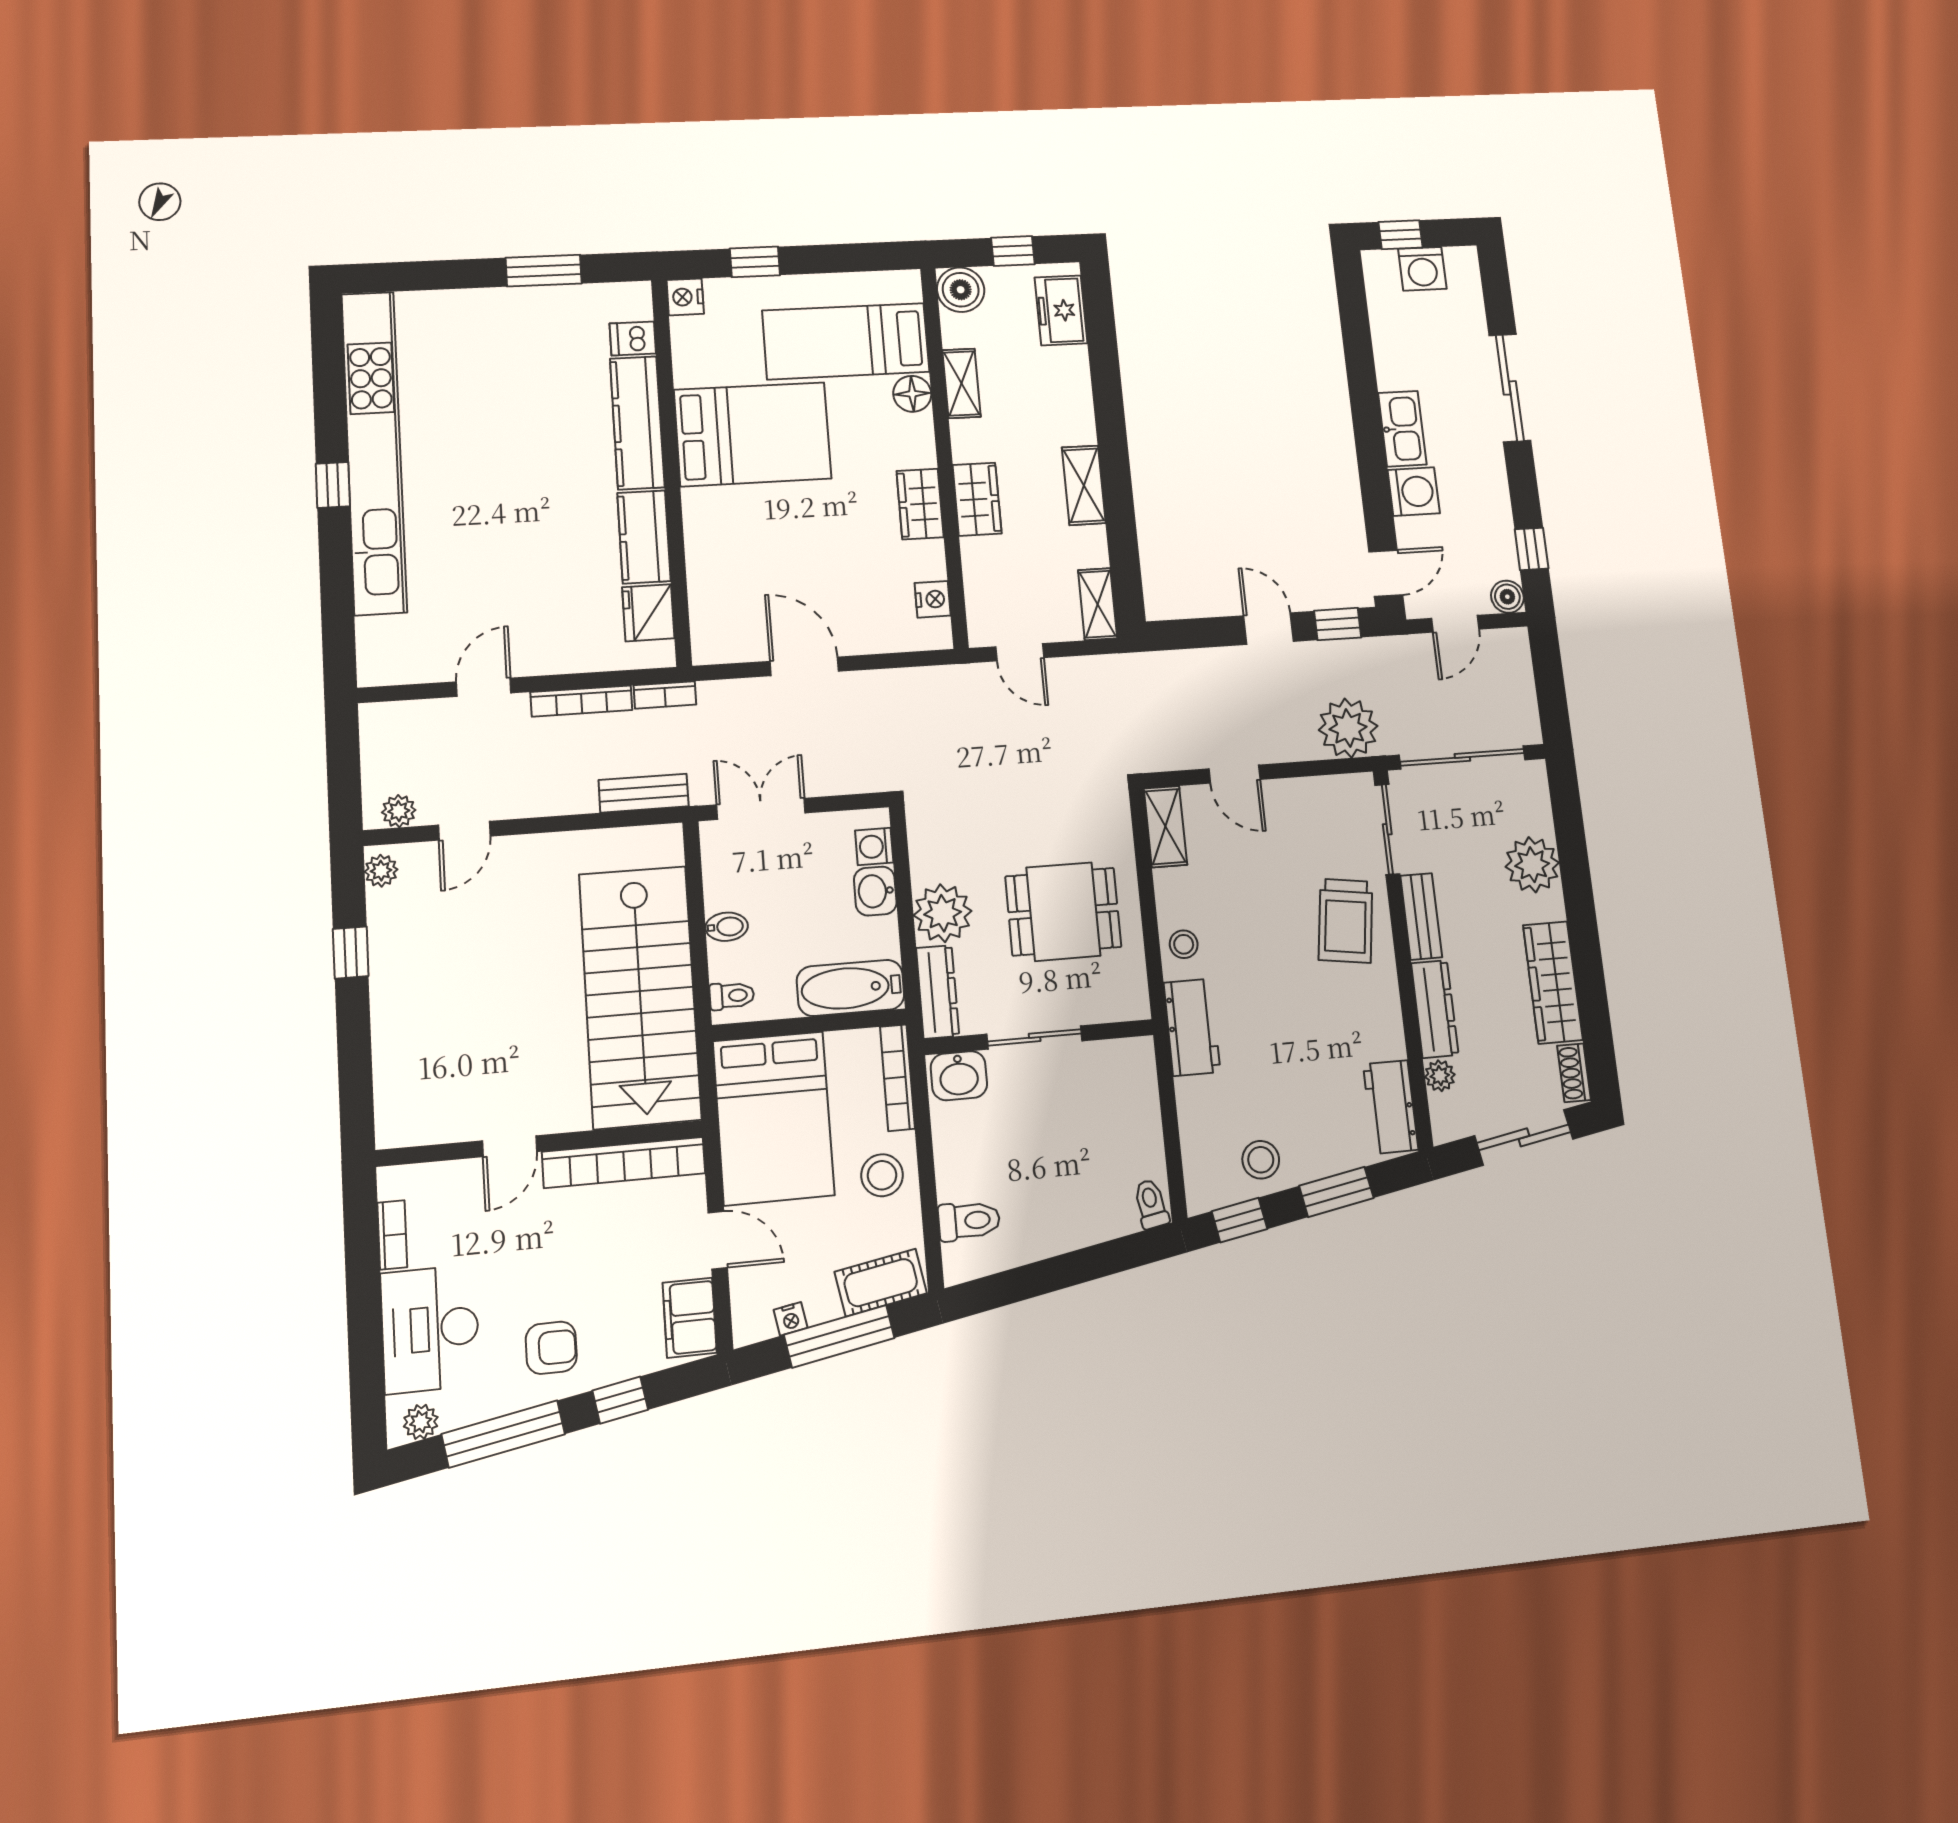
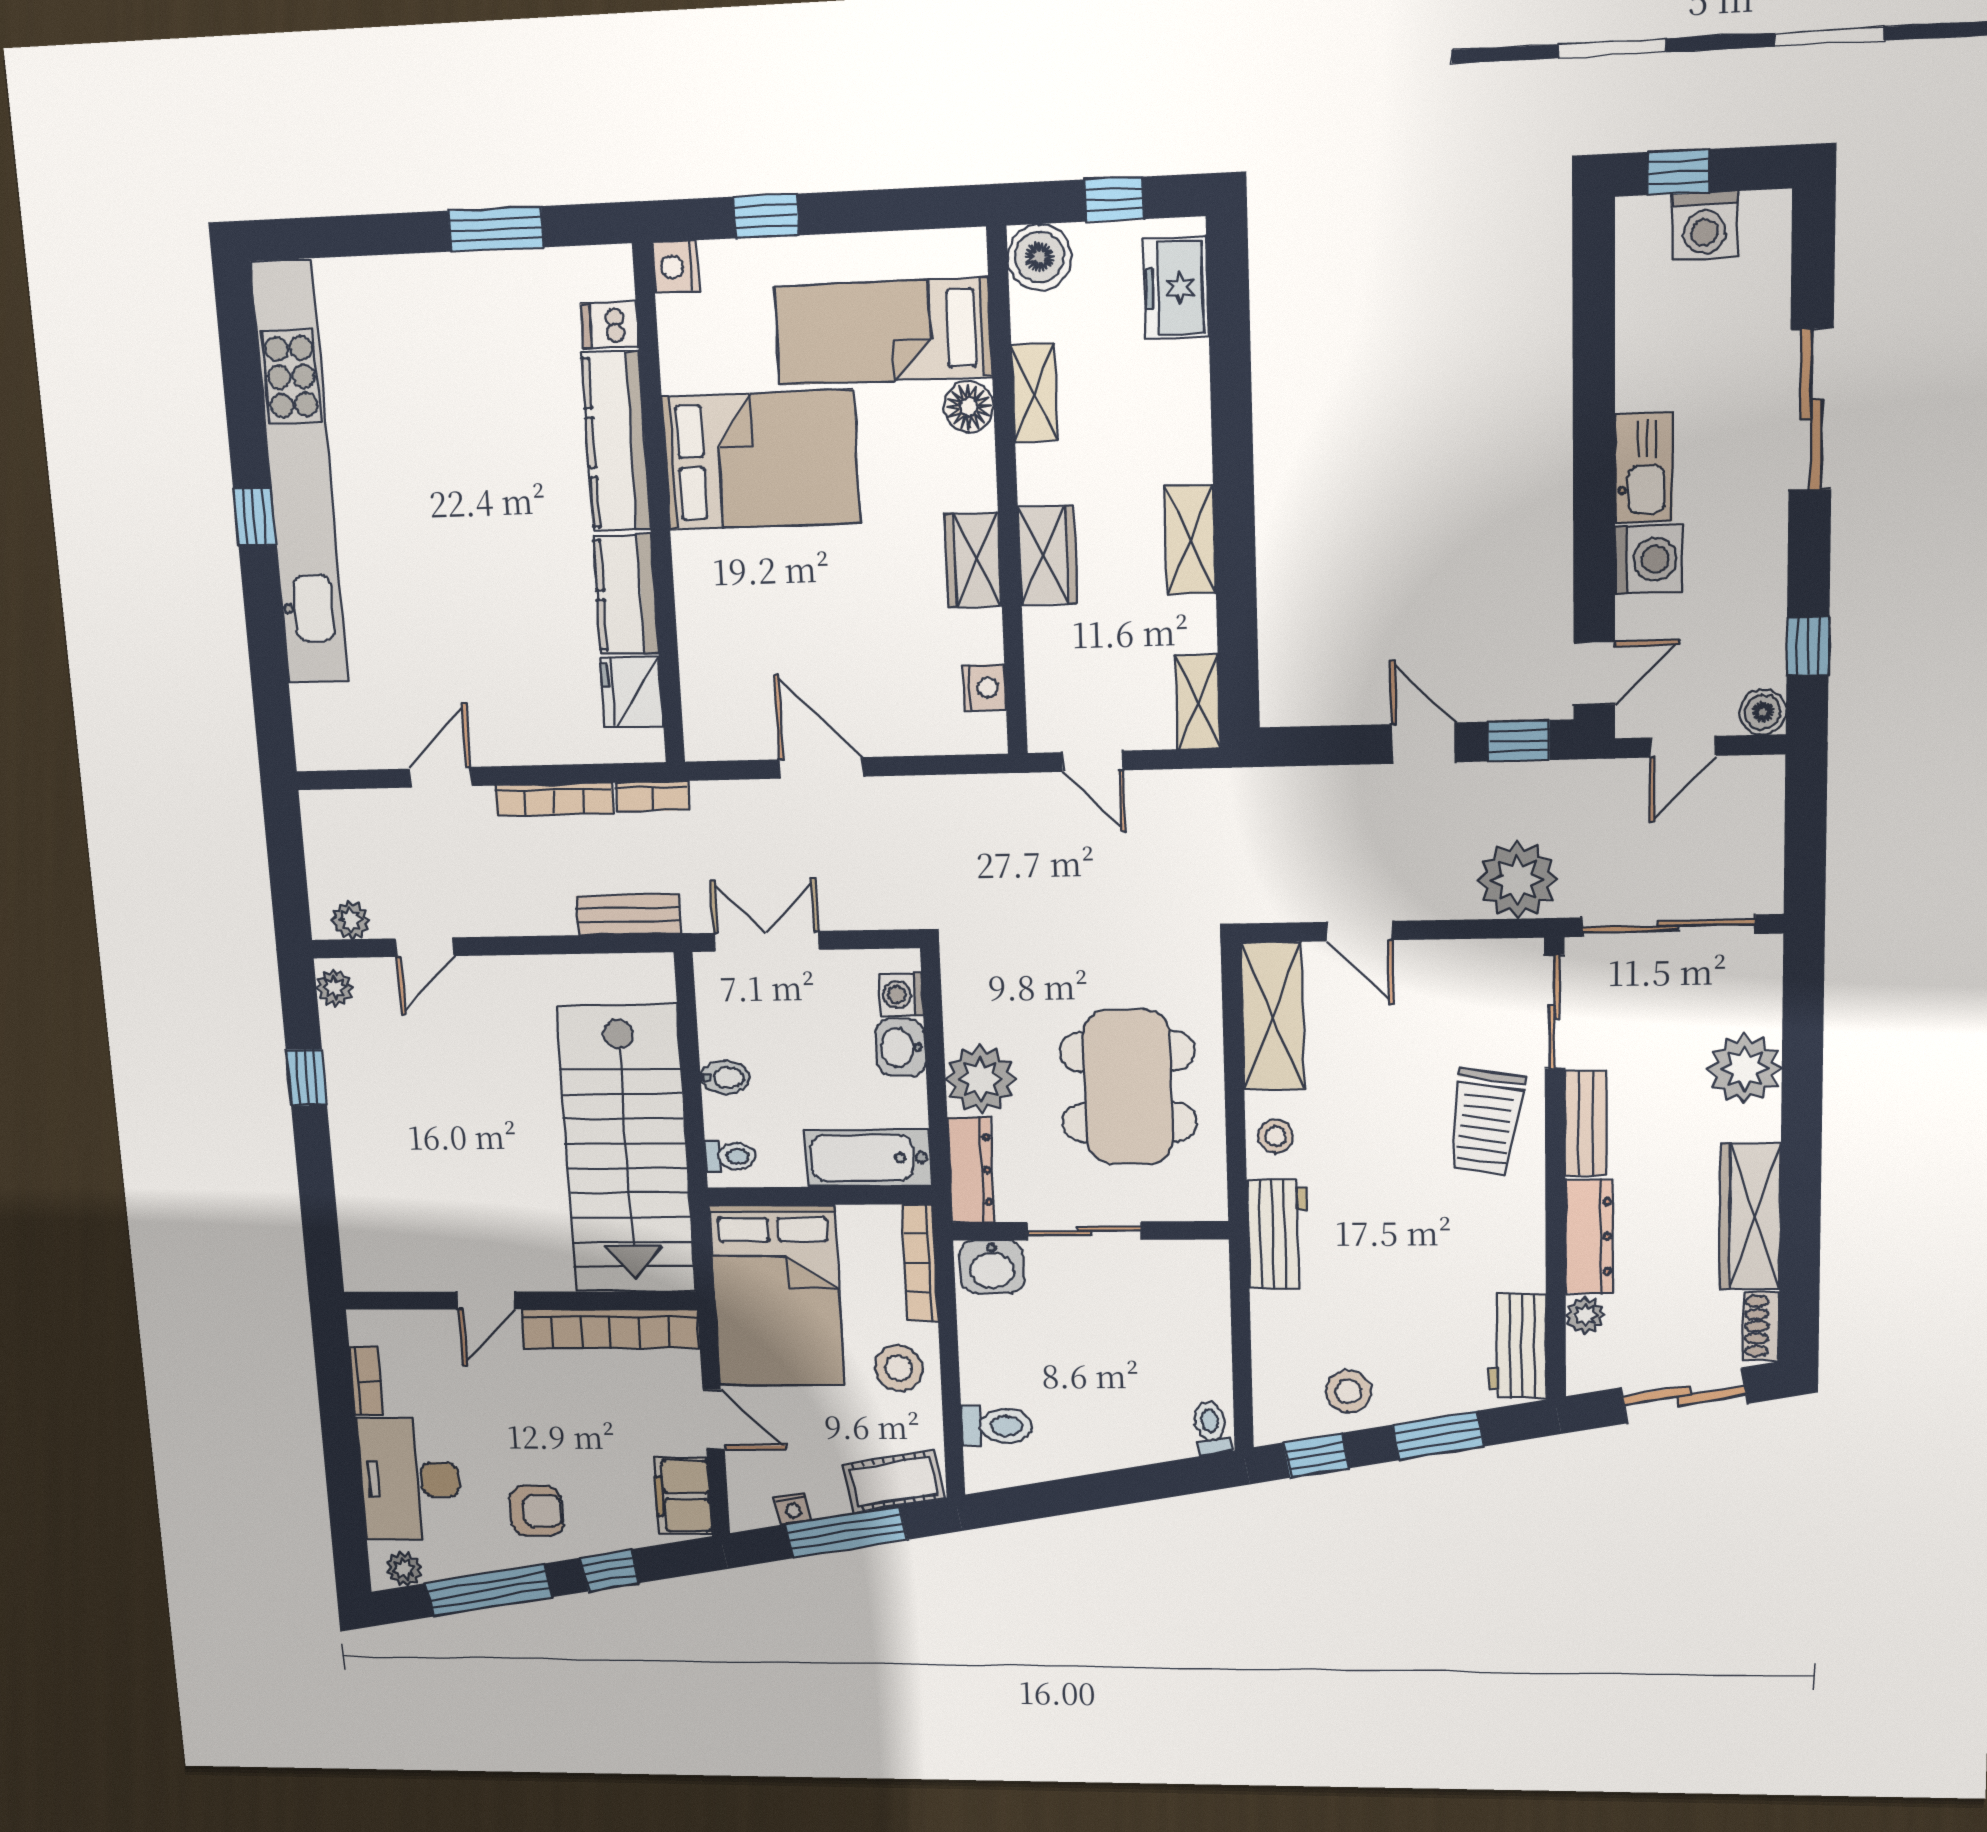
shelving: (1165, 827) -> (1272, 1016), width x1.50, depth x1.33
dining table: (1063, 912) -> (1128, 1087), width x1.37

